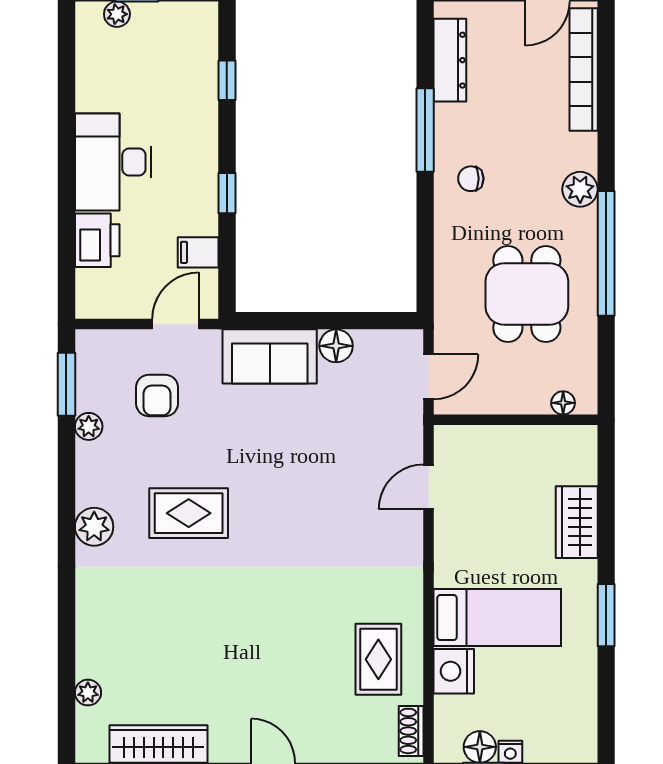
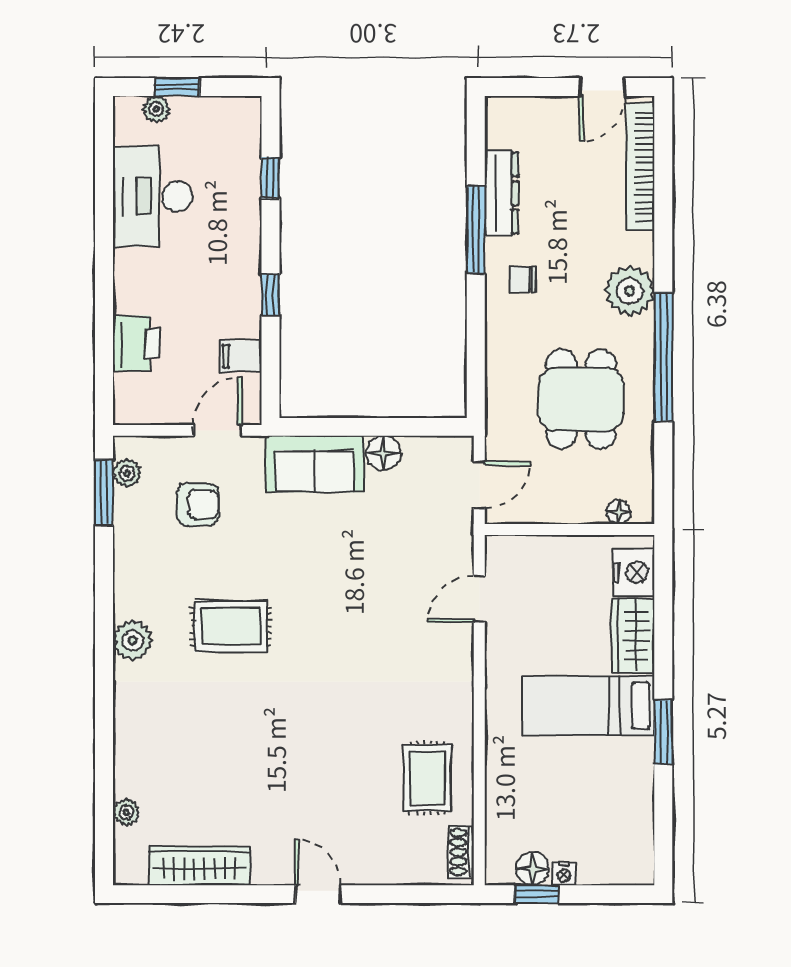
dresser: (450, 60) -> (501, 193), moved
desk: (113, 162) -> (153, 196), moved
plant: (580, 189) -> (630, 291), width x1.36, depth x1.36
armchair: (157, 395) -> (198, 504), turned -90
plant: (89, 426) -> (127, 473), moved
bed: (497, 618) -> (589, 705), moved, turned 180
nightstand: (454, 671) -> (634, 572), moved, turned 180

